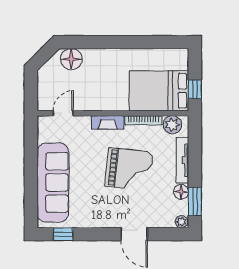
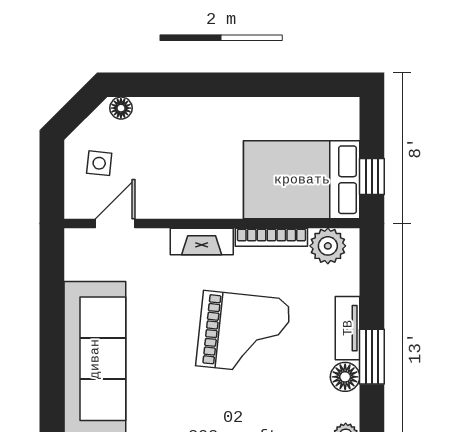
floor lamp: (71, 59) -> (121, 108), width x0.53, depth x0.53
side table: (55, 82) -> (99, 163), added
tv unit: (182, 160) -> (348, 328), width x0.71
window: (195, 201) -> (372, 357), moved

